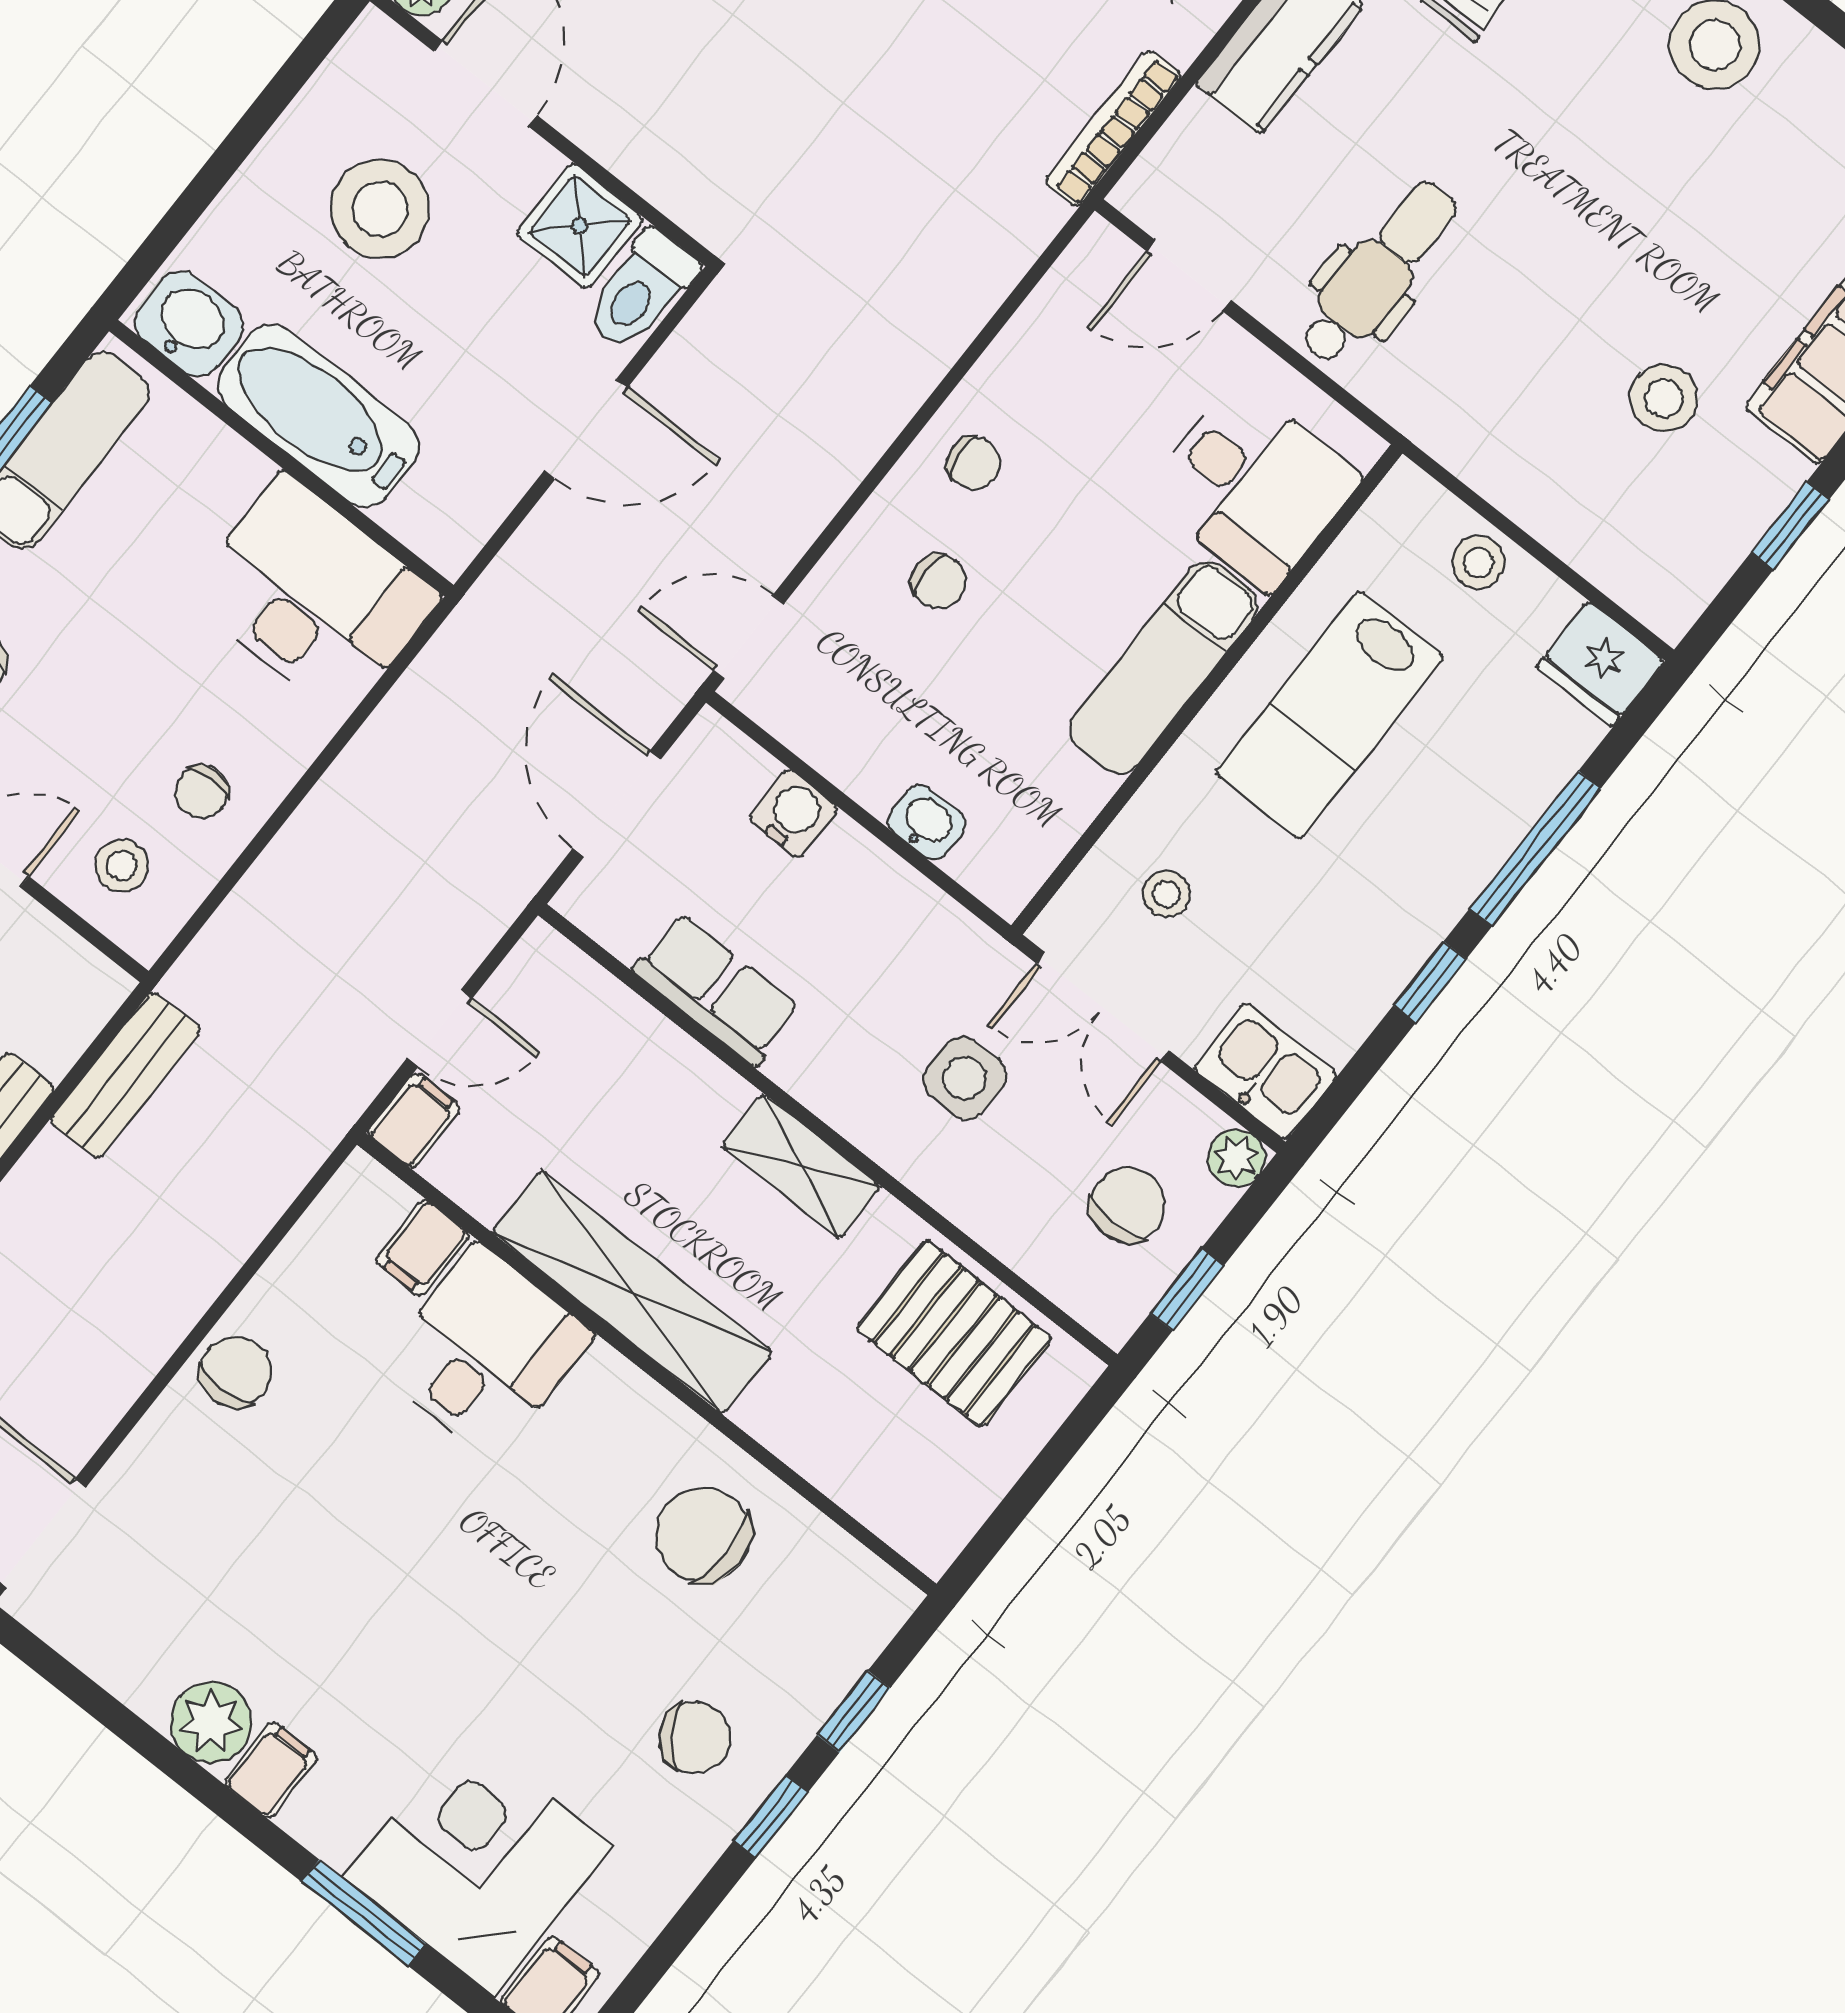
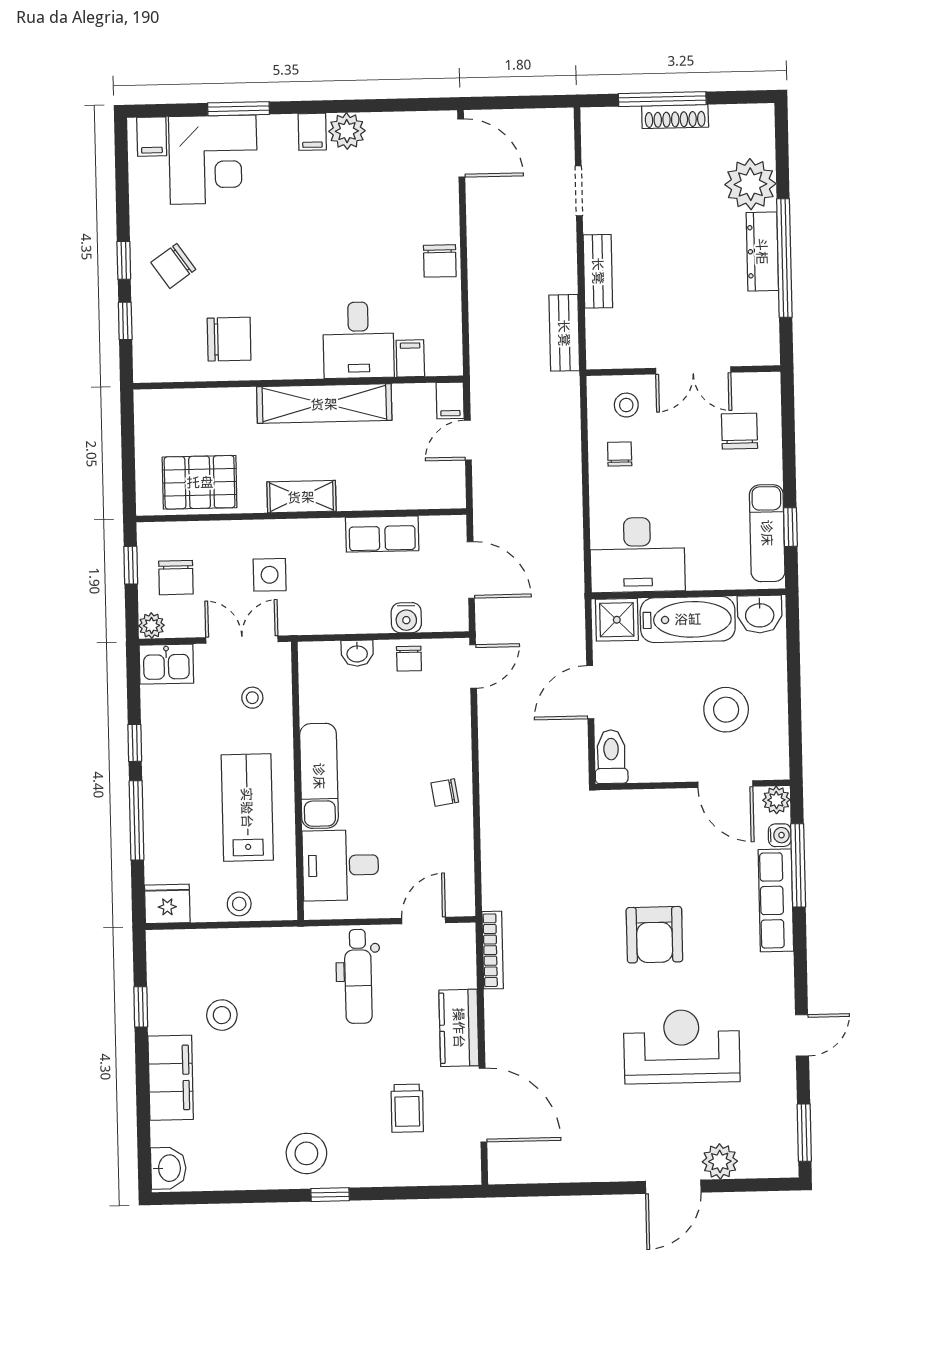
shower: (580, 226) -> (617, 620), moved
chair: (939, 581) -> (409, 659), moved, turned -90

